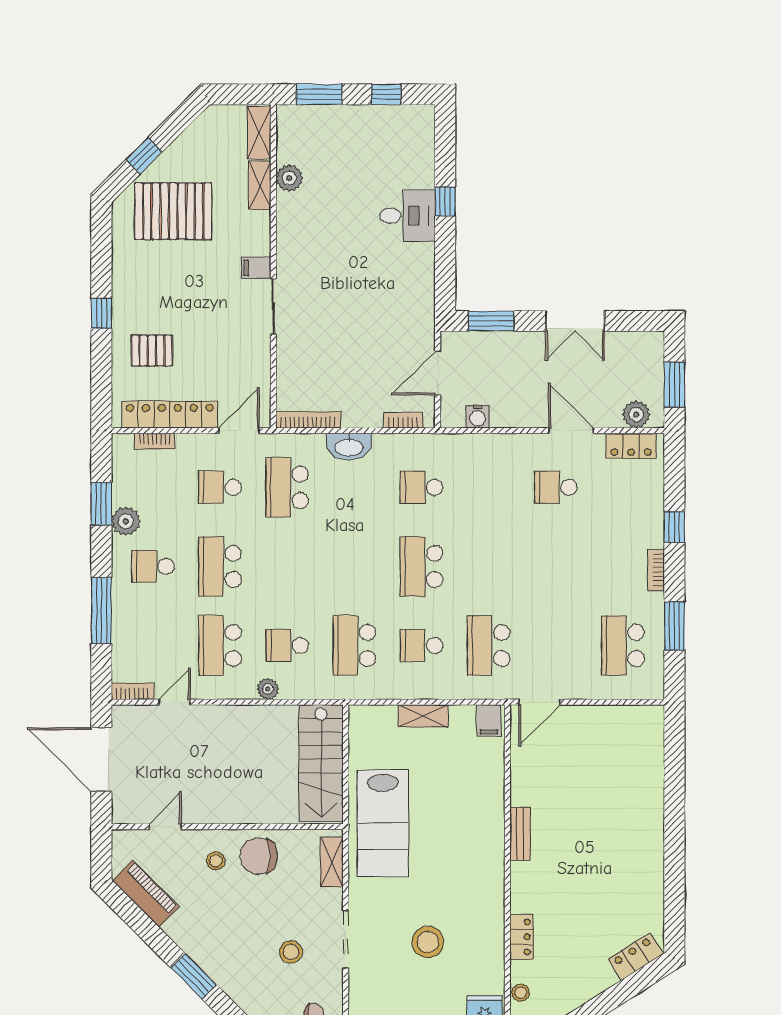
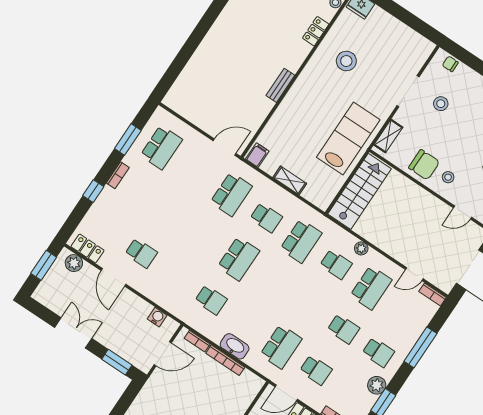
bookcase: (308, 420) -> (225, 360), moved
school desk: (220, 566) -> (343, 329), width x0.54
stool: (428, 942) -> (346, 61), moved

